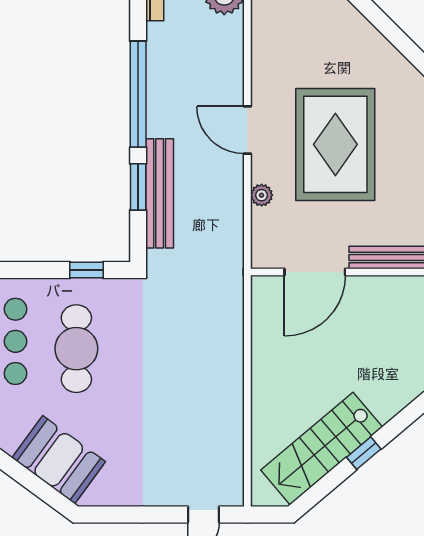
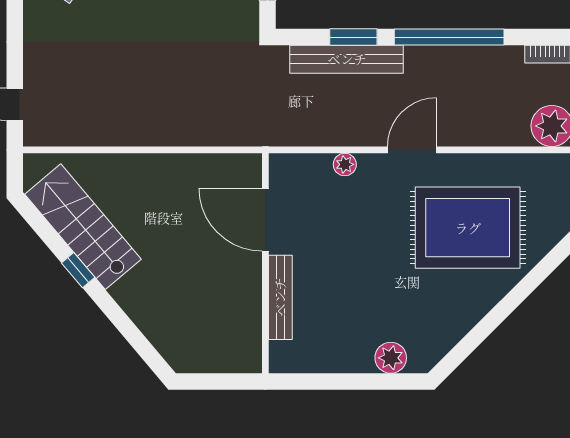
rug: (335, 144) -> (468, 228), moved

